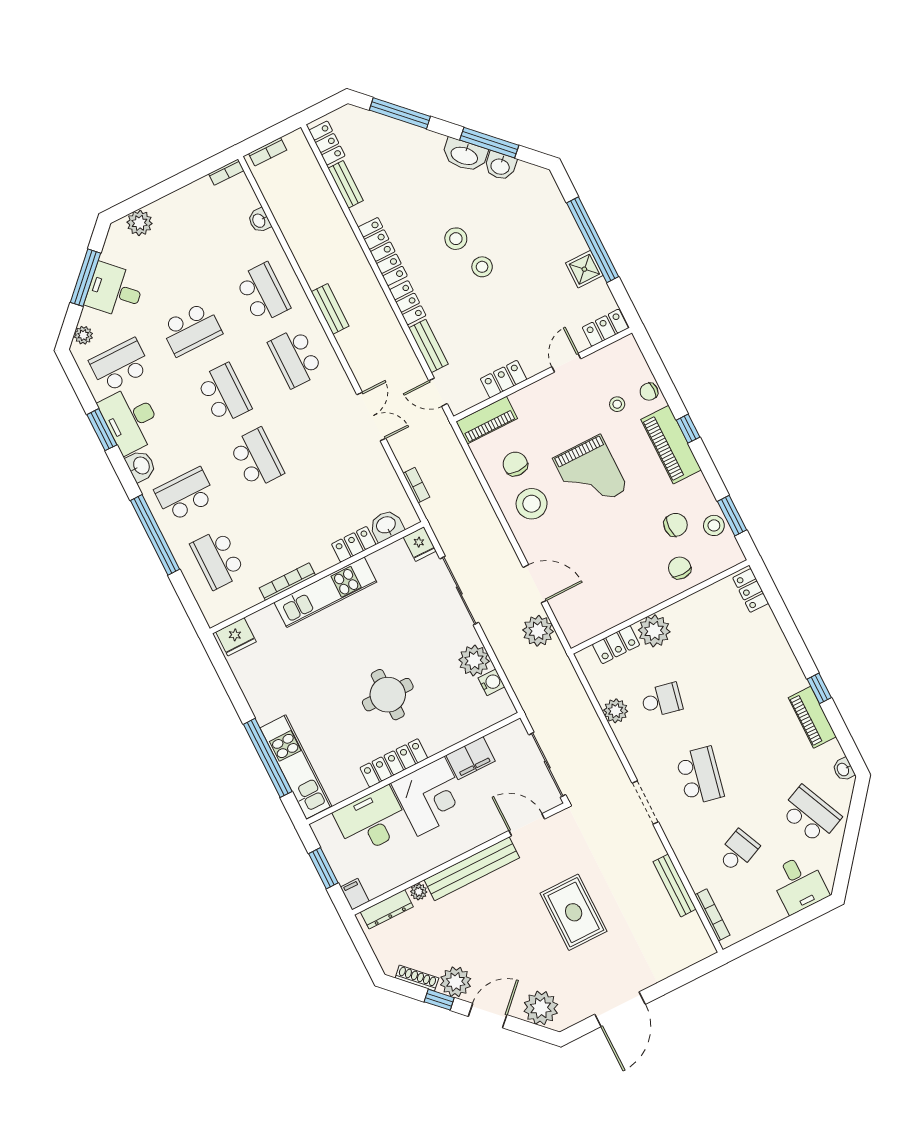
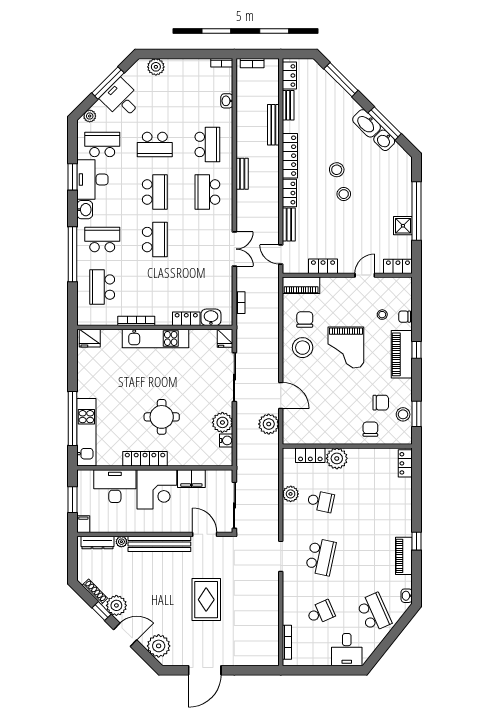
bench: (675, 885) -> (273, 125), moved

